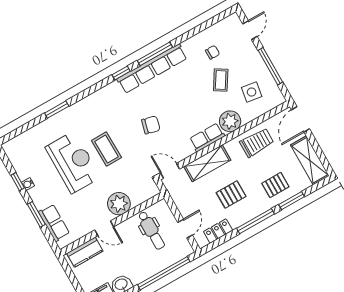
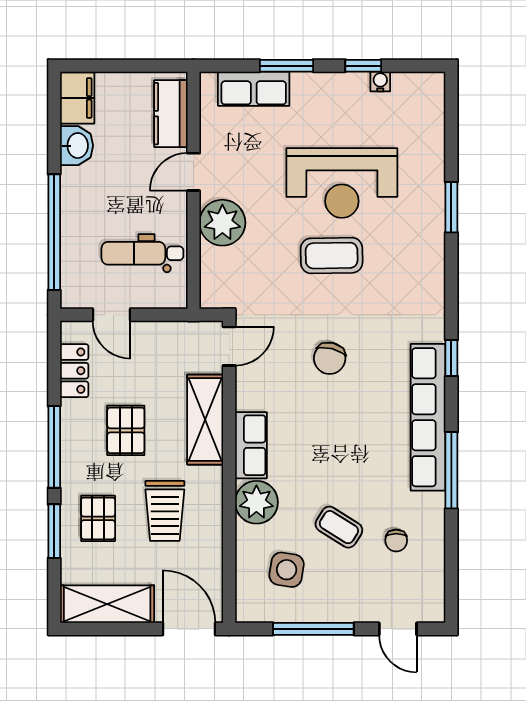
window: (155, 54) -> (451, 470), moved
trolley: (257, 143) -> (165, 511), moved
water cooler: (28, 184) -> (380, 82), moved

